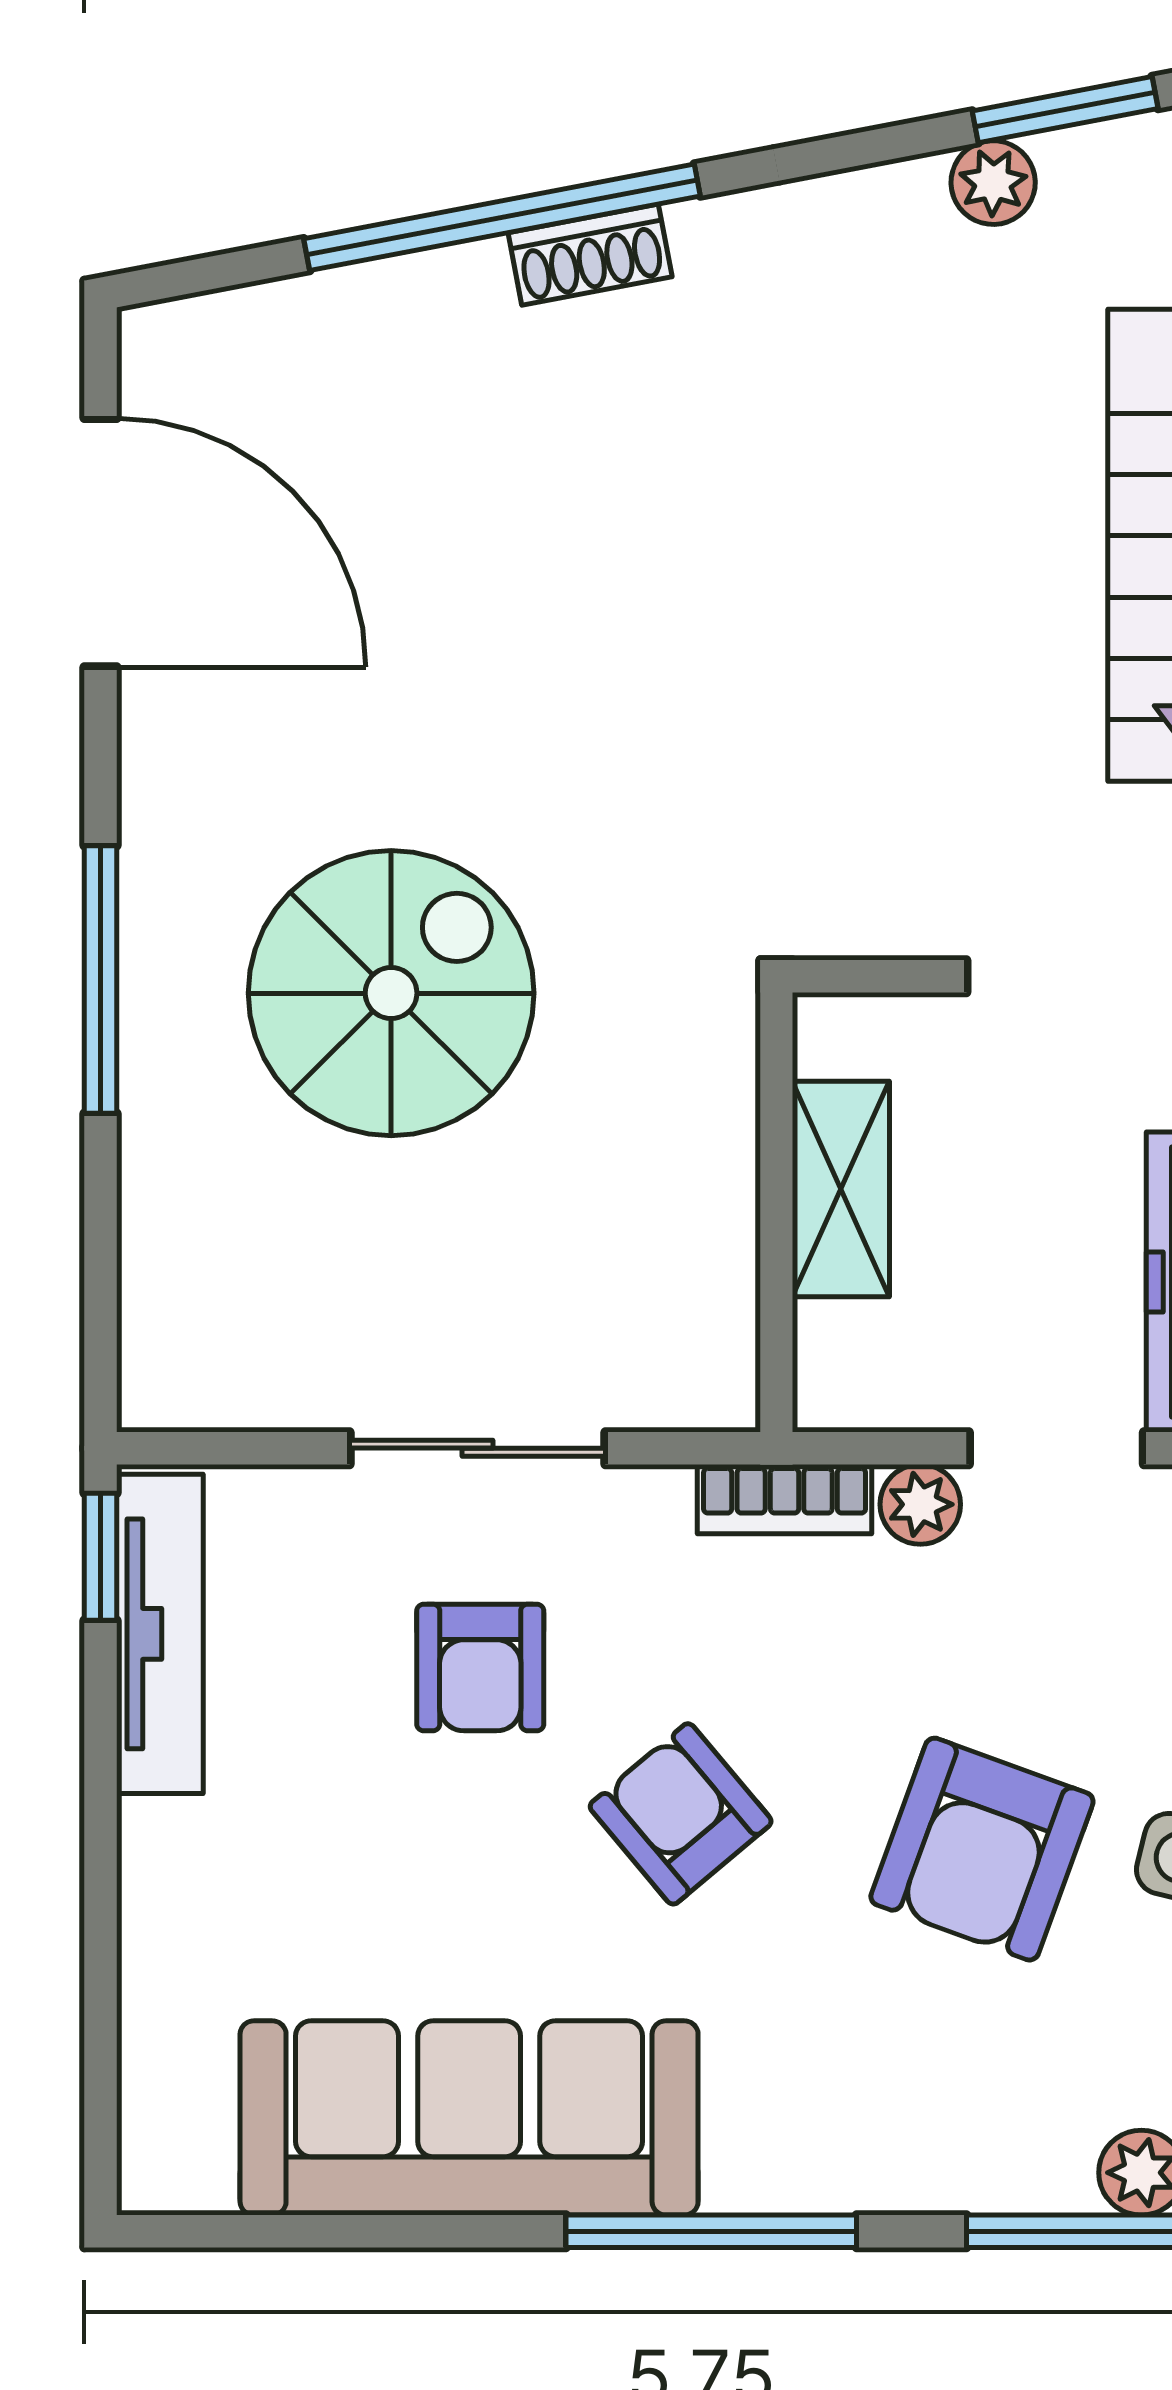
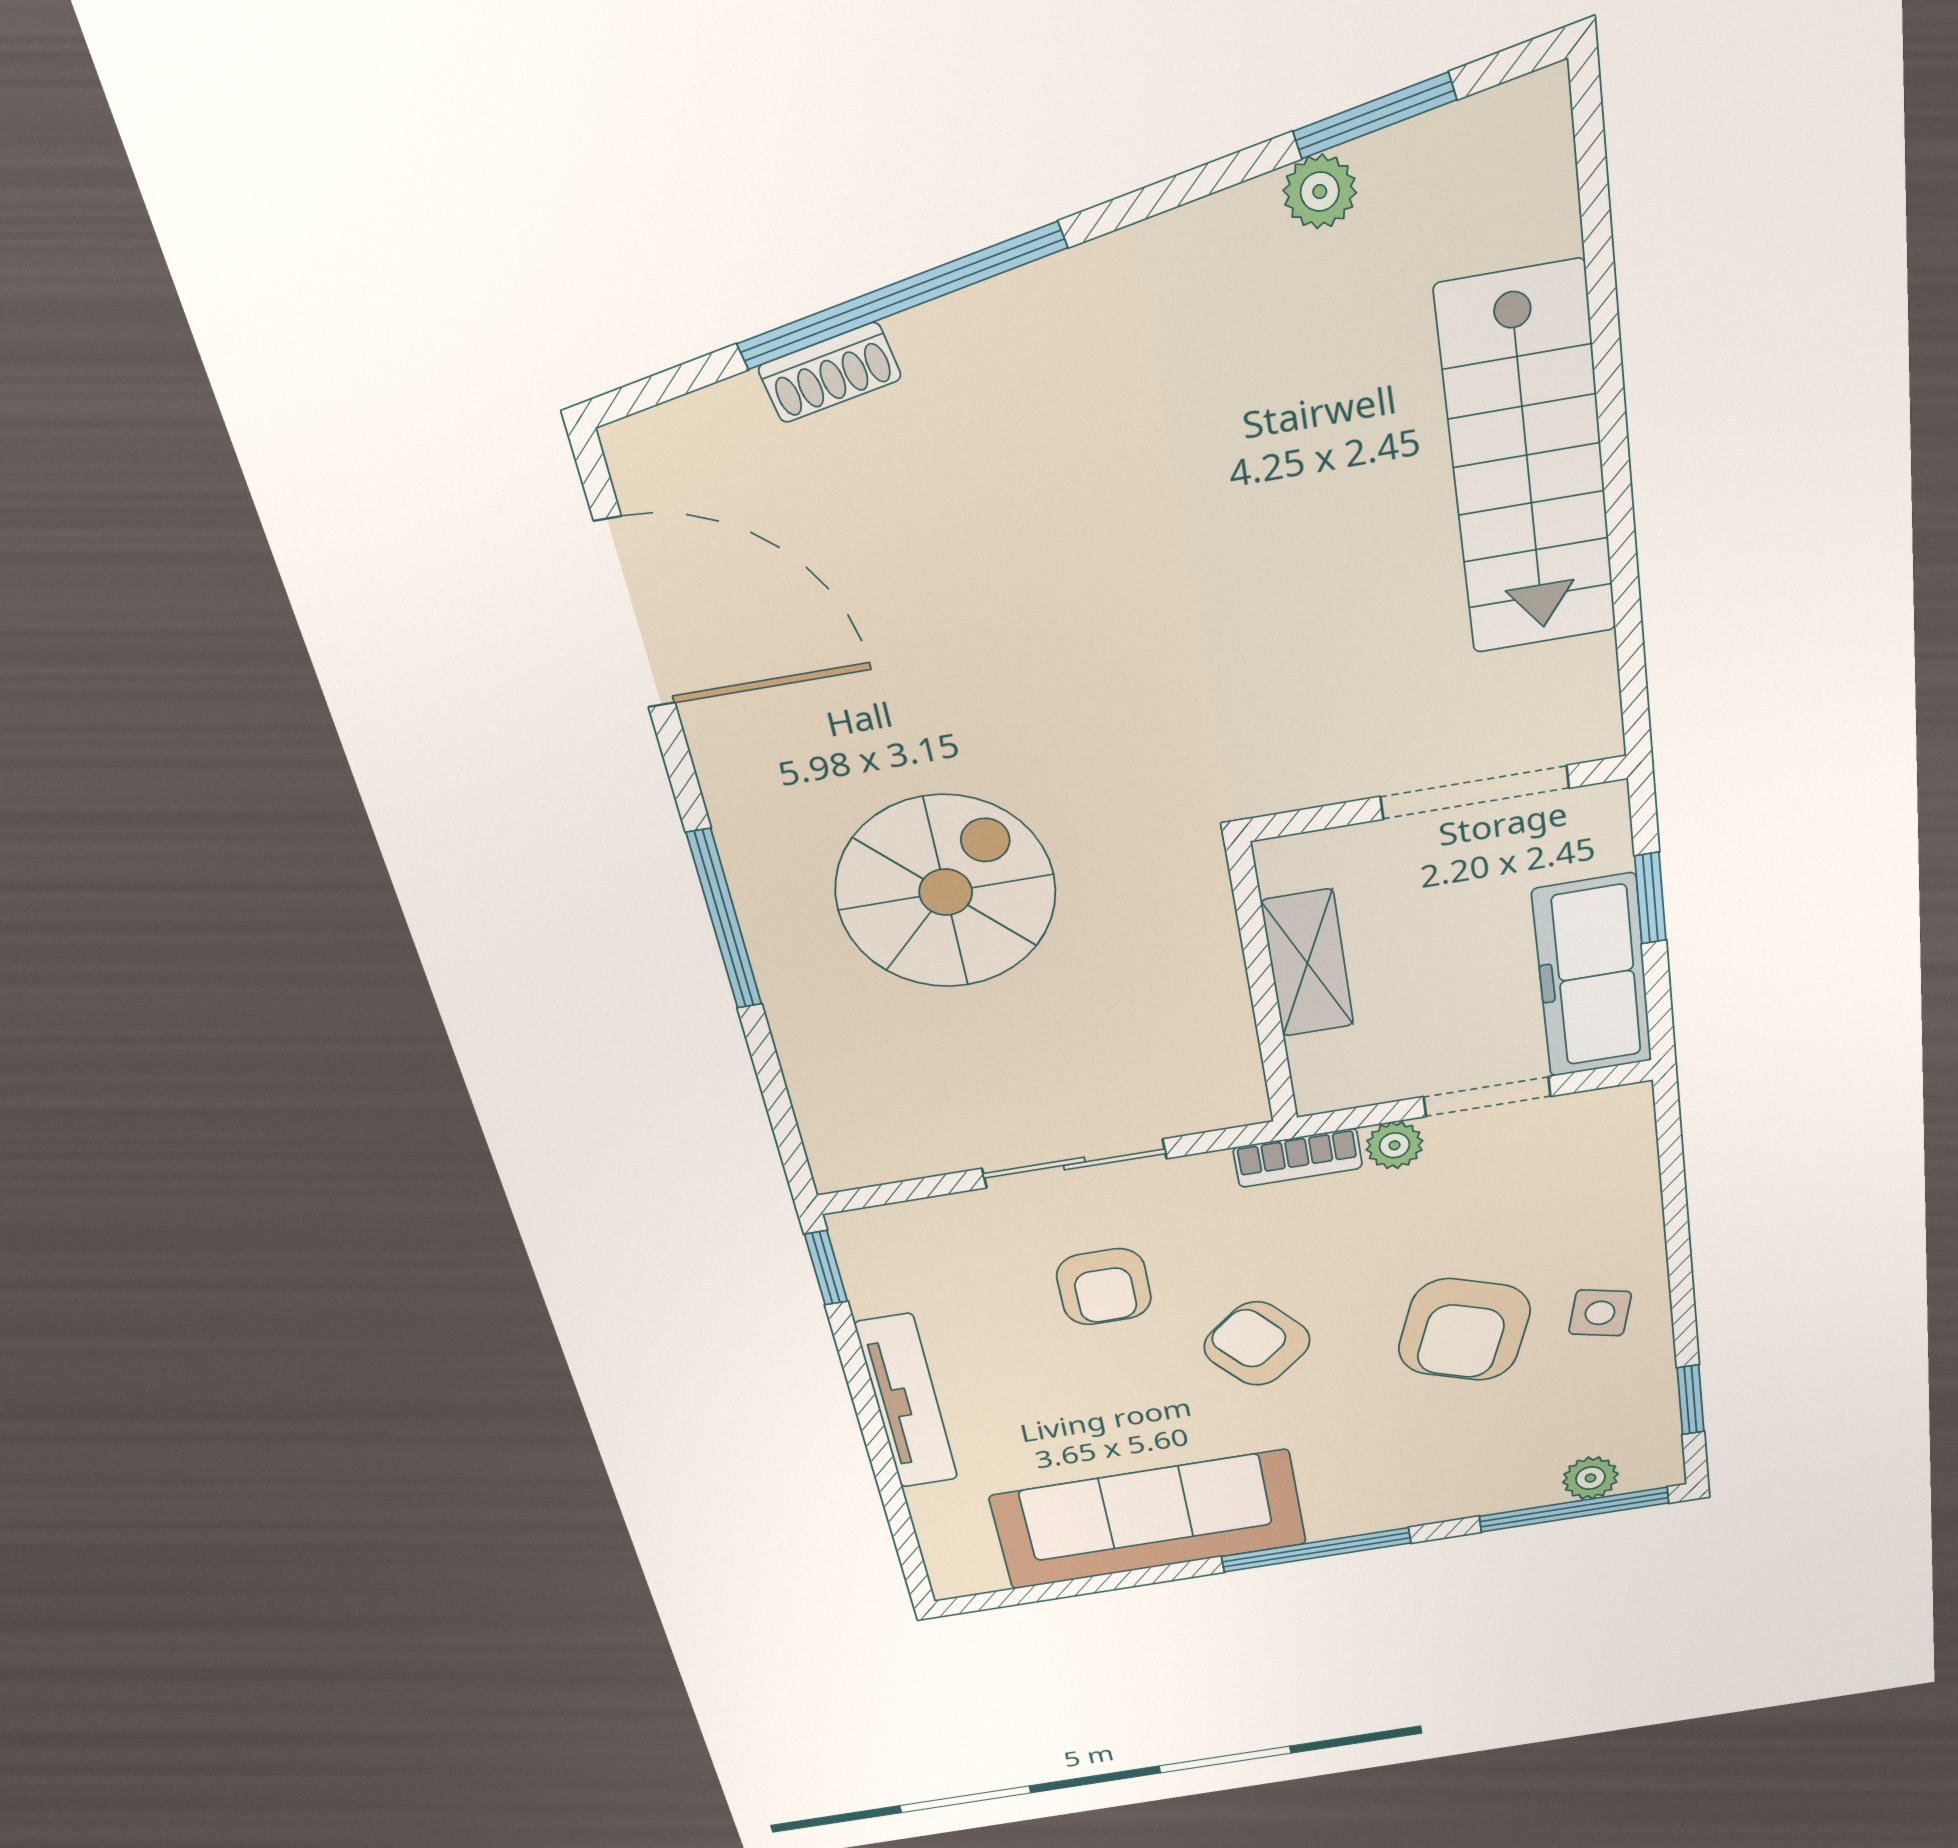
shoe rack: (590, 255) -> (830, 373), moved
tv unit: (160, 1634) -> (907, 1402), moved

